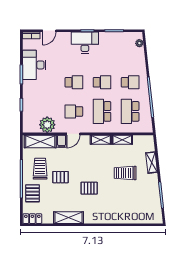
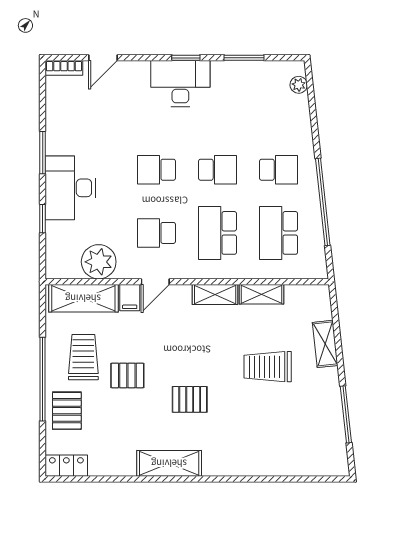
desk: (34, 65) -> (70, 188), moved
school desk: (74, 82) -> (156, 170), turned 180
shelving: (68, 218) -> (169, 463), moved

